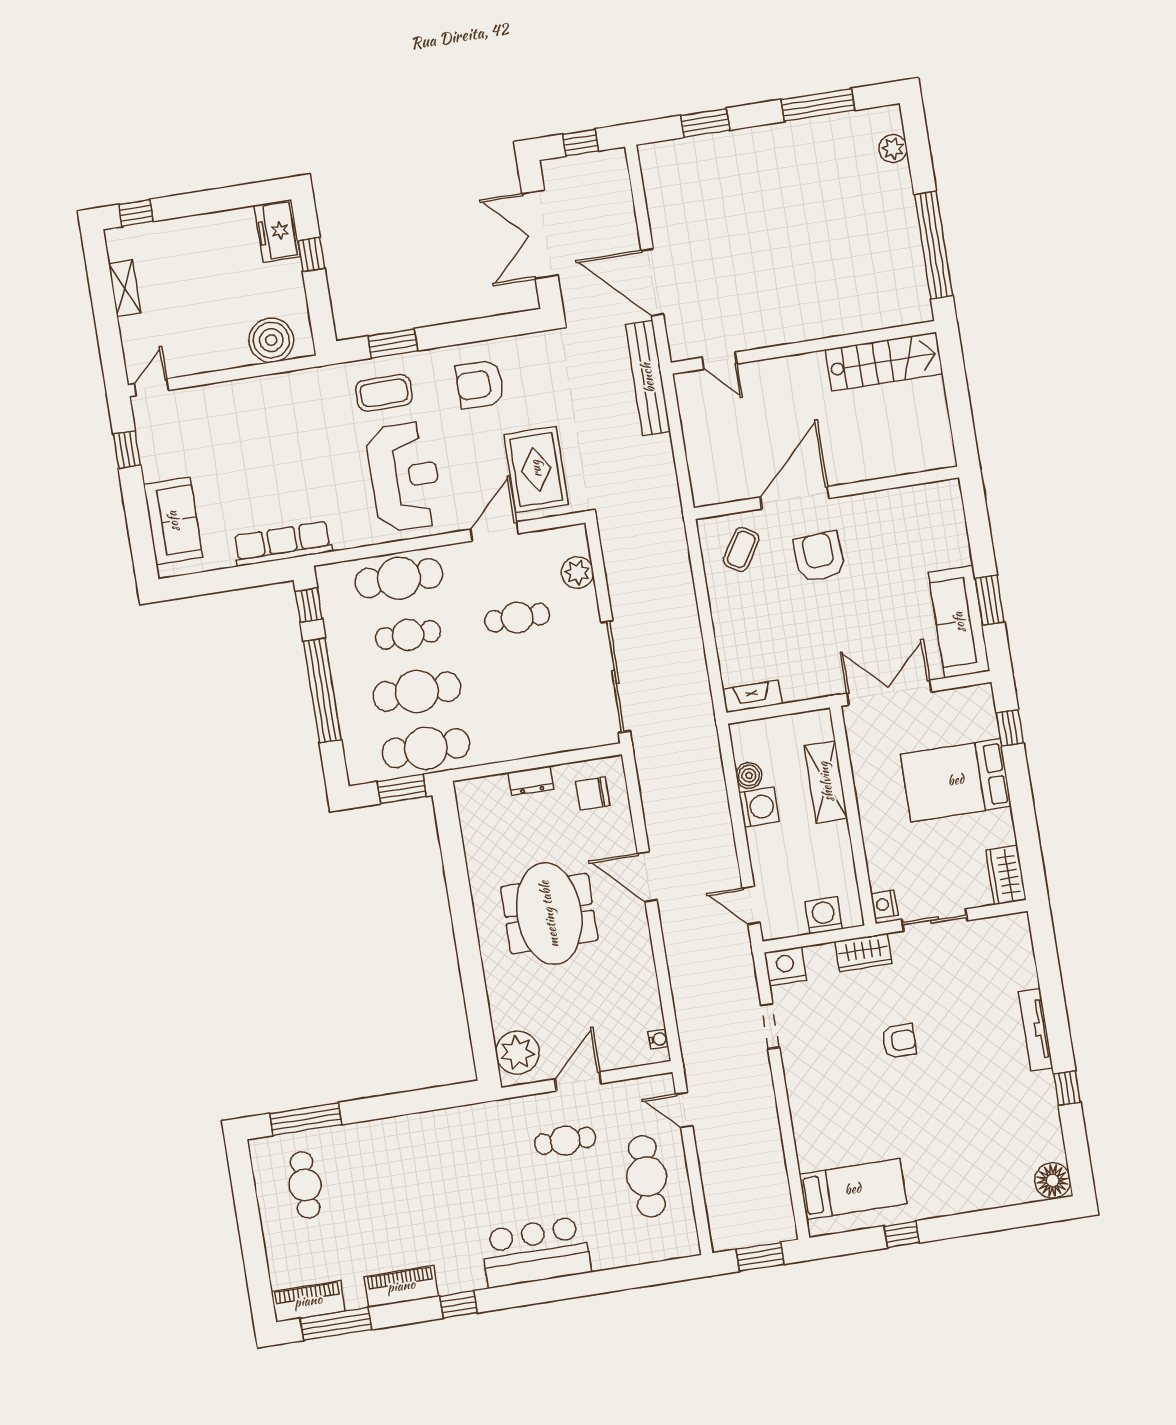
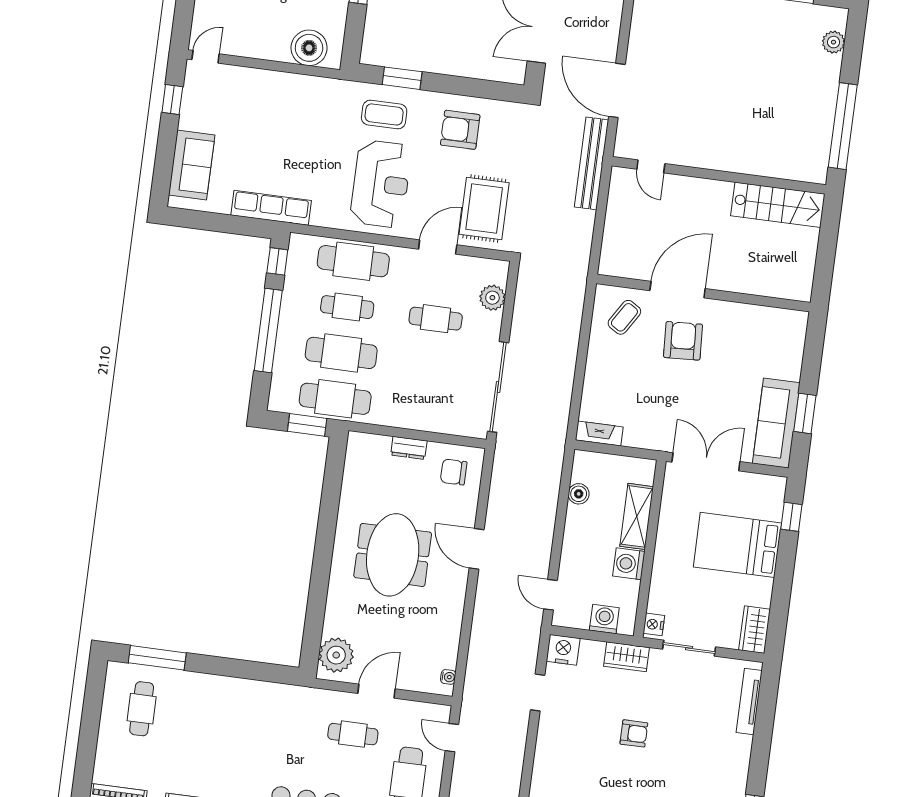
washing machine: (759, 807) -> (629, 564), moved, turned 180
tv unit: (1036, 1030) -> (749, 702), moved

